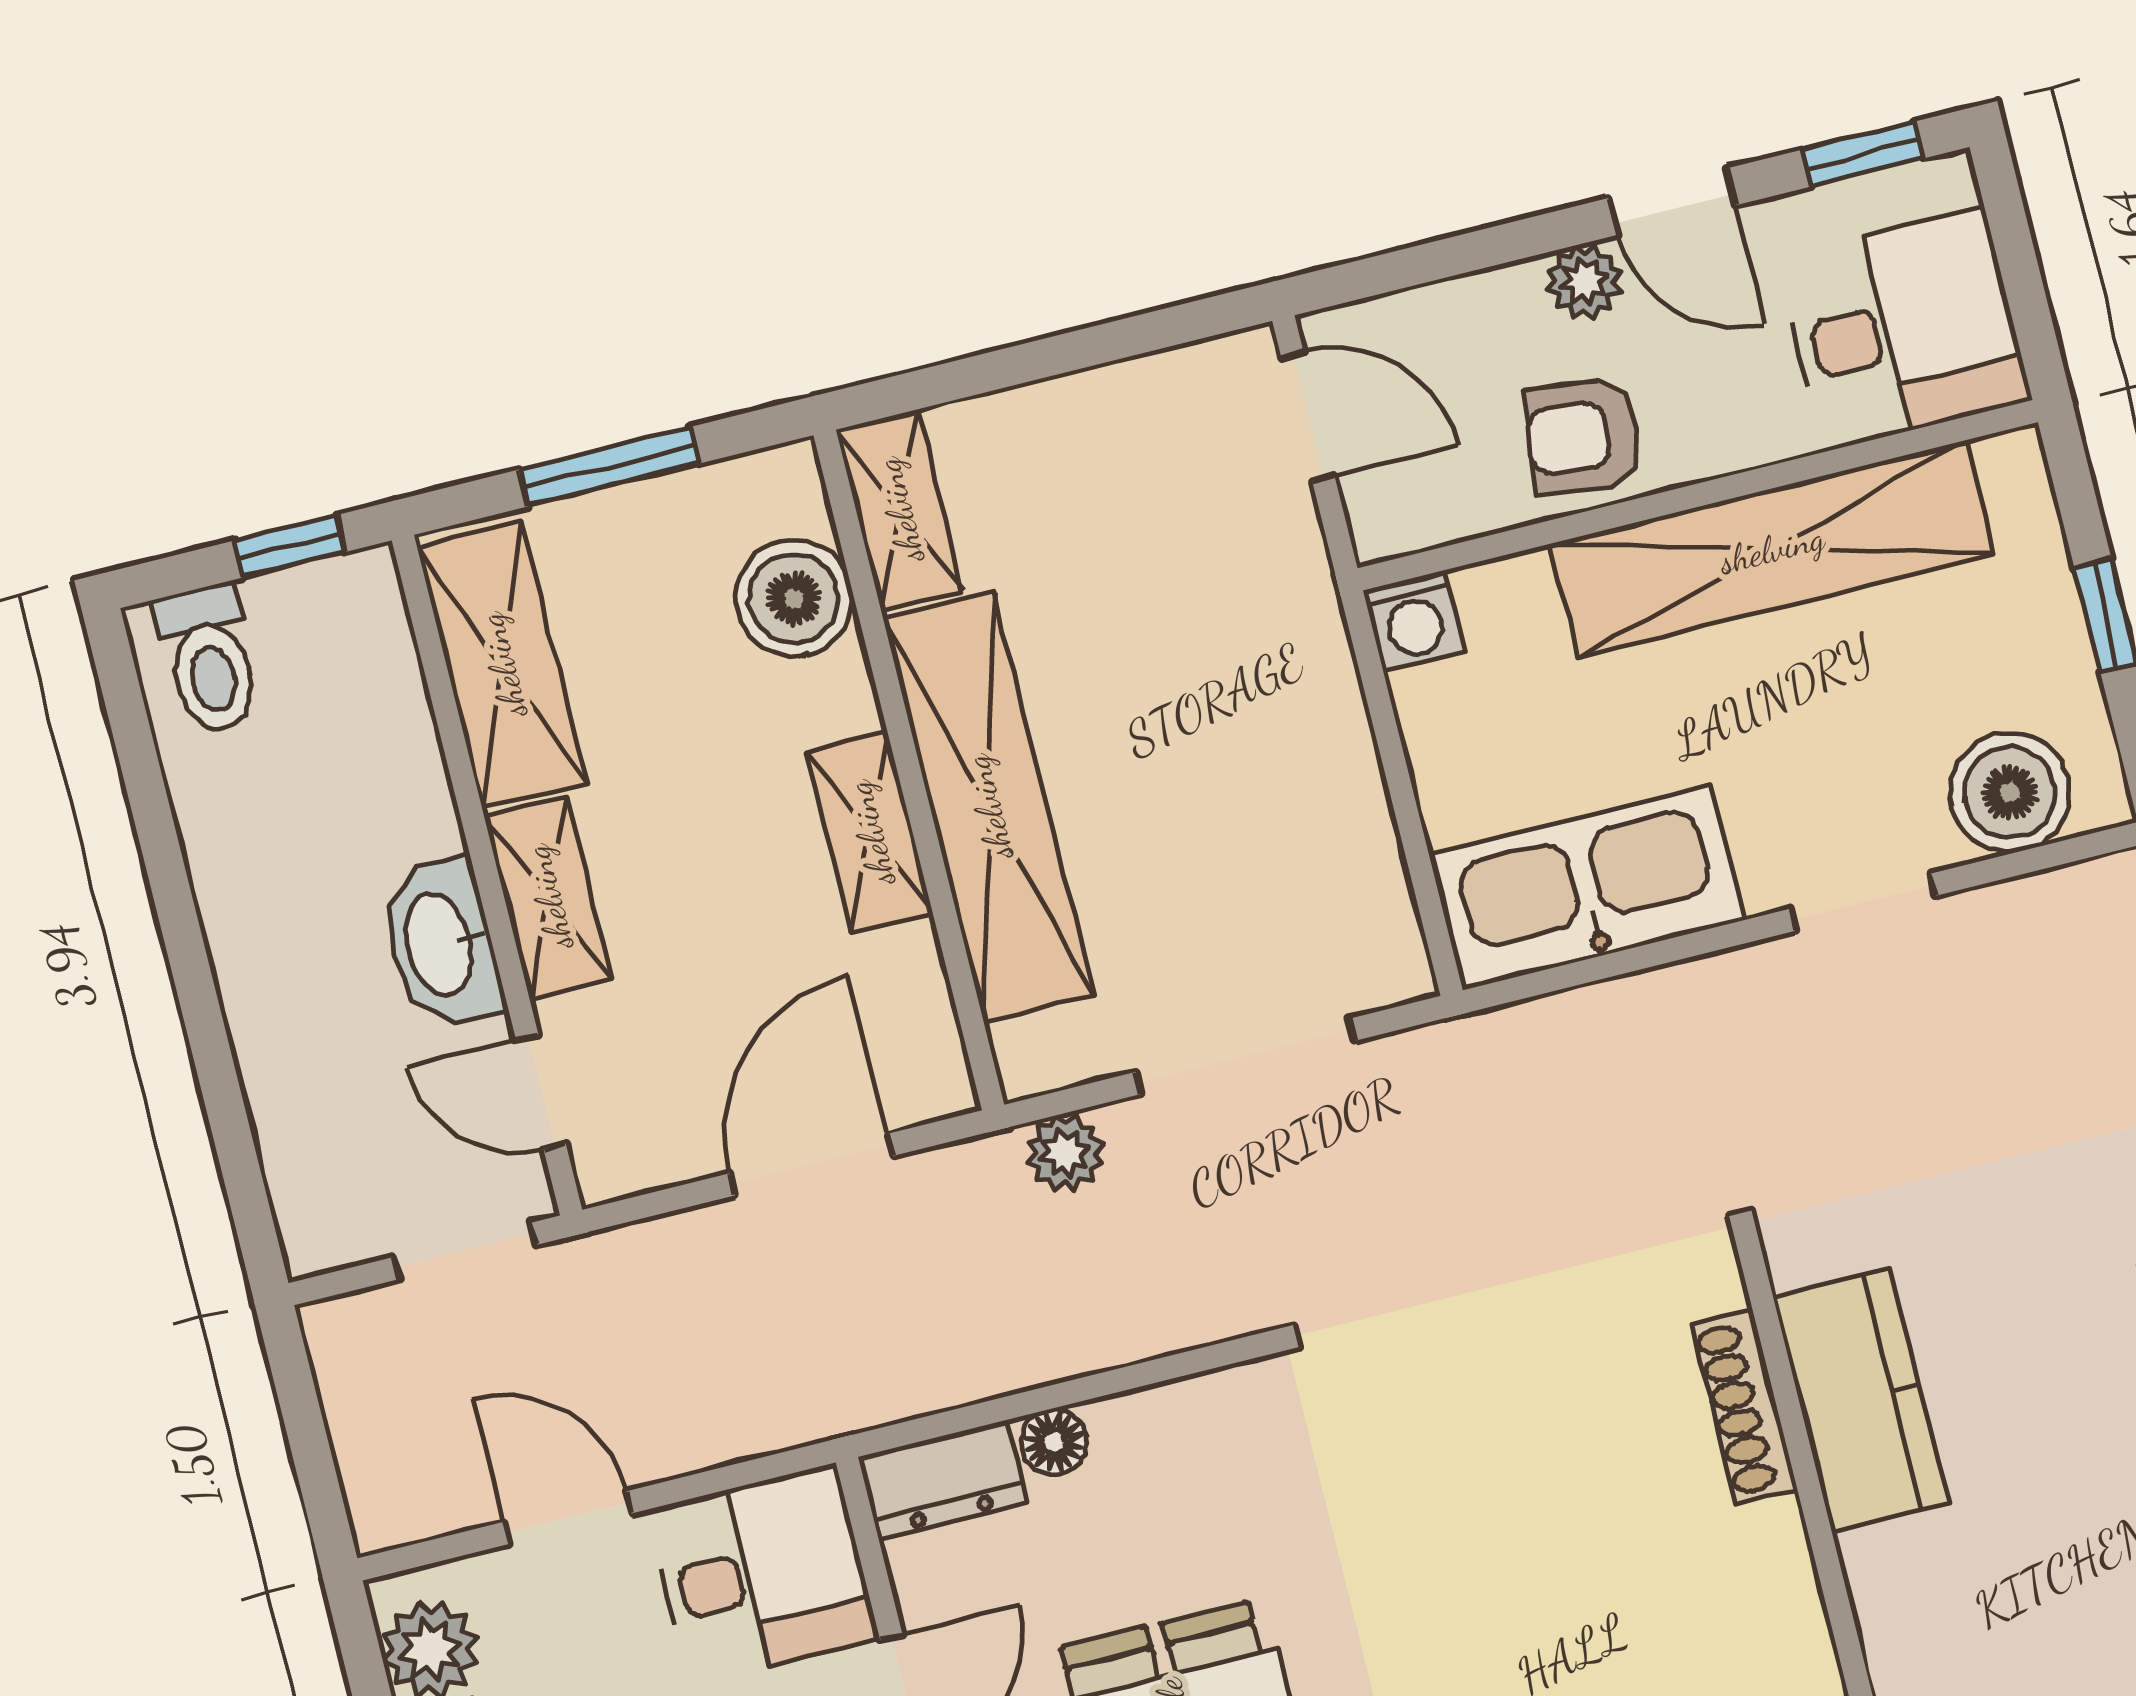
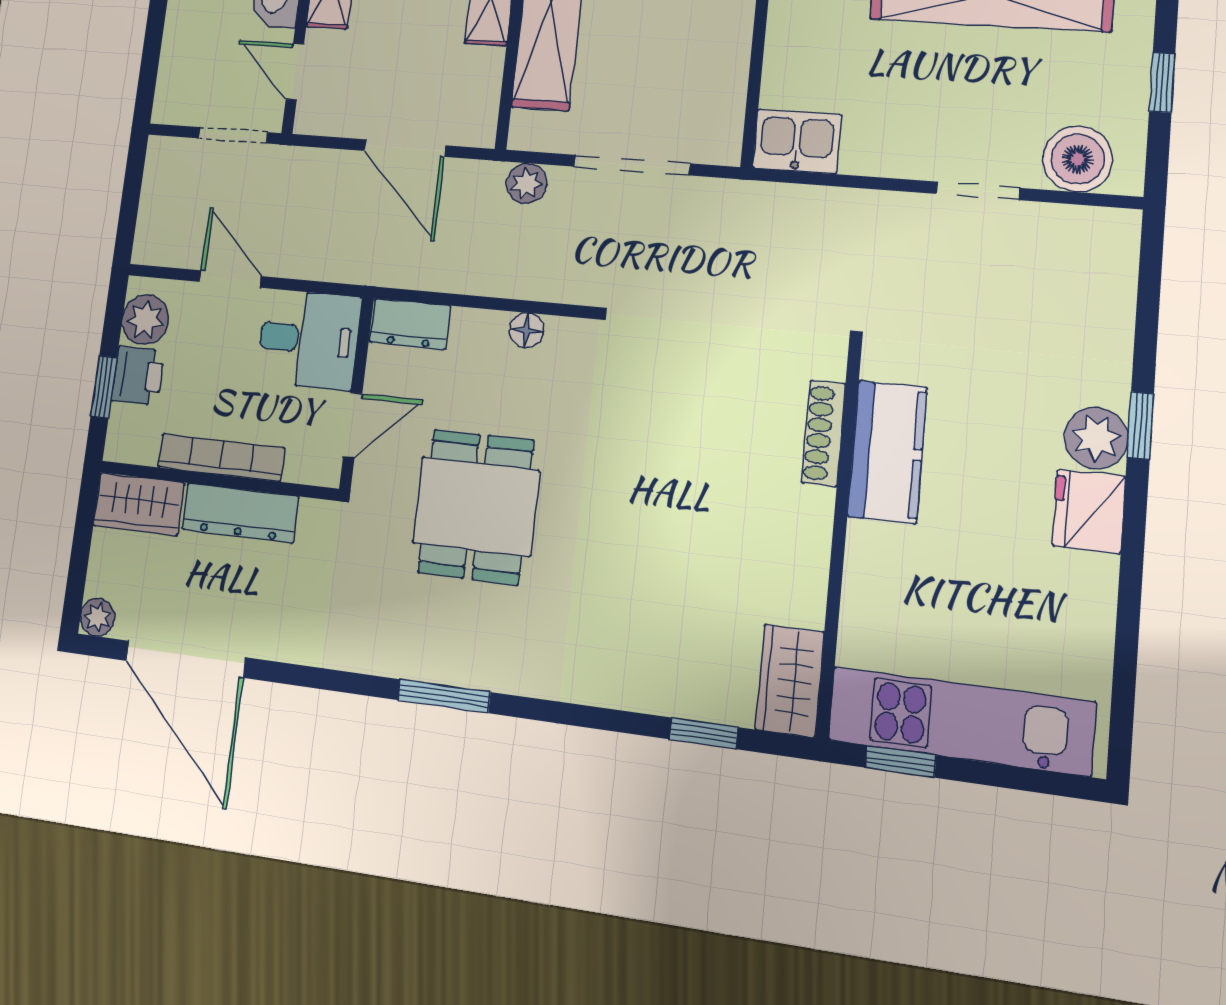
kitchen sink: (1587, 888) -> (797, 141), width x0.53, depth x0.81
door: (811, 1165) -> (405, 148), swing flipped
floor lamp: (1054, 1442) -> (526, 330), moved

